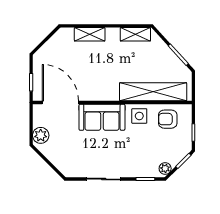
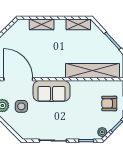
side table: (139, 116) -> (21, 106), moved
armchair: (168, 119) -> (109, 103), moved

